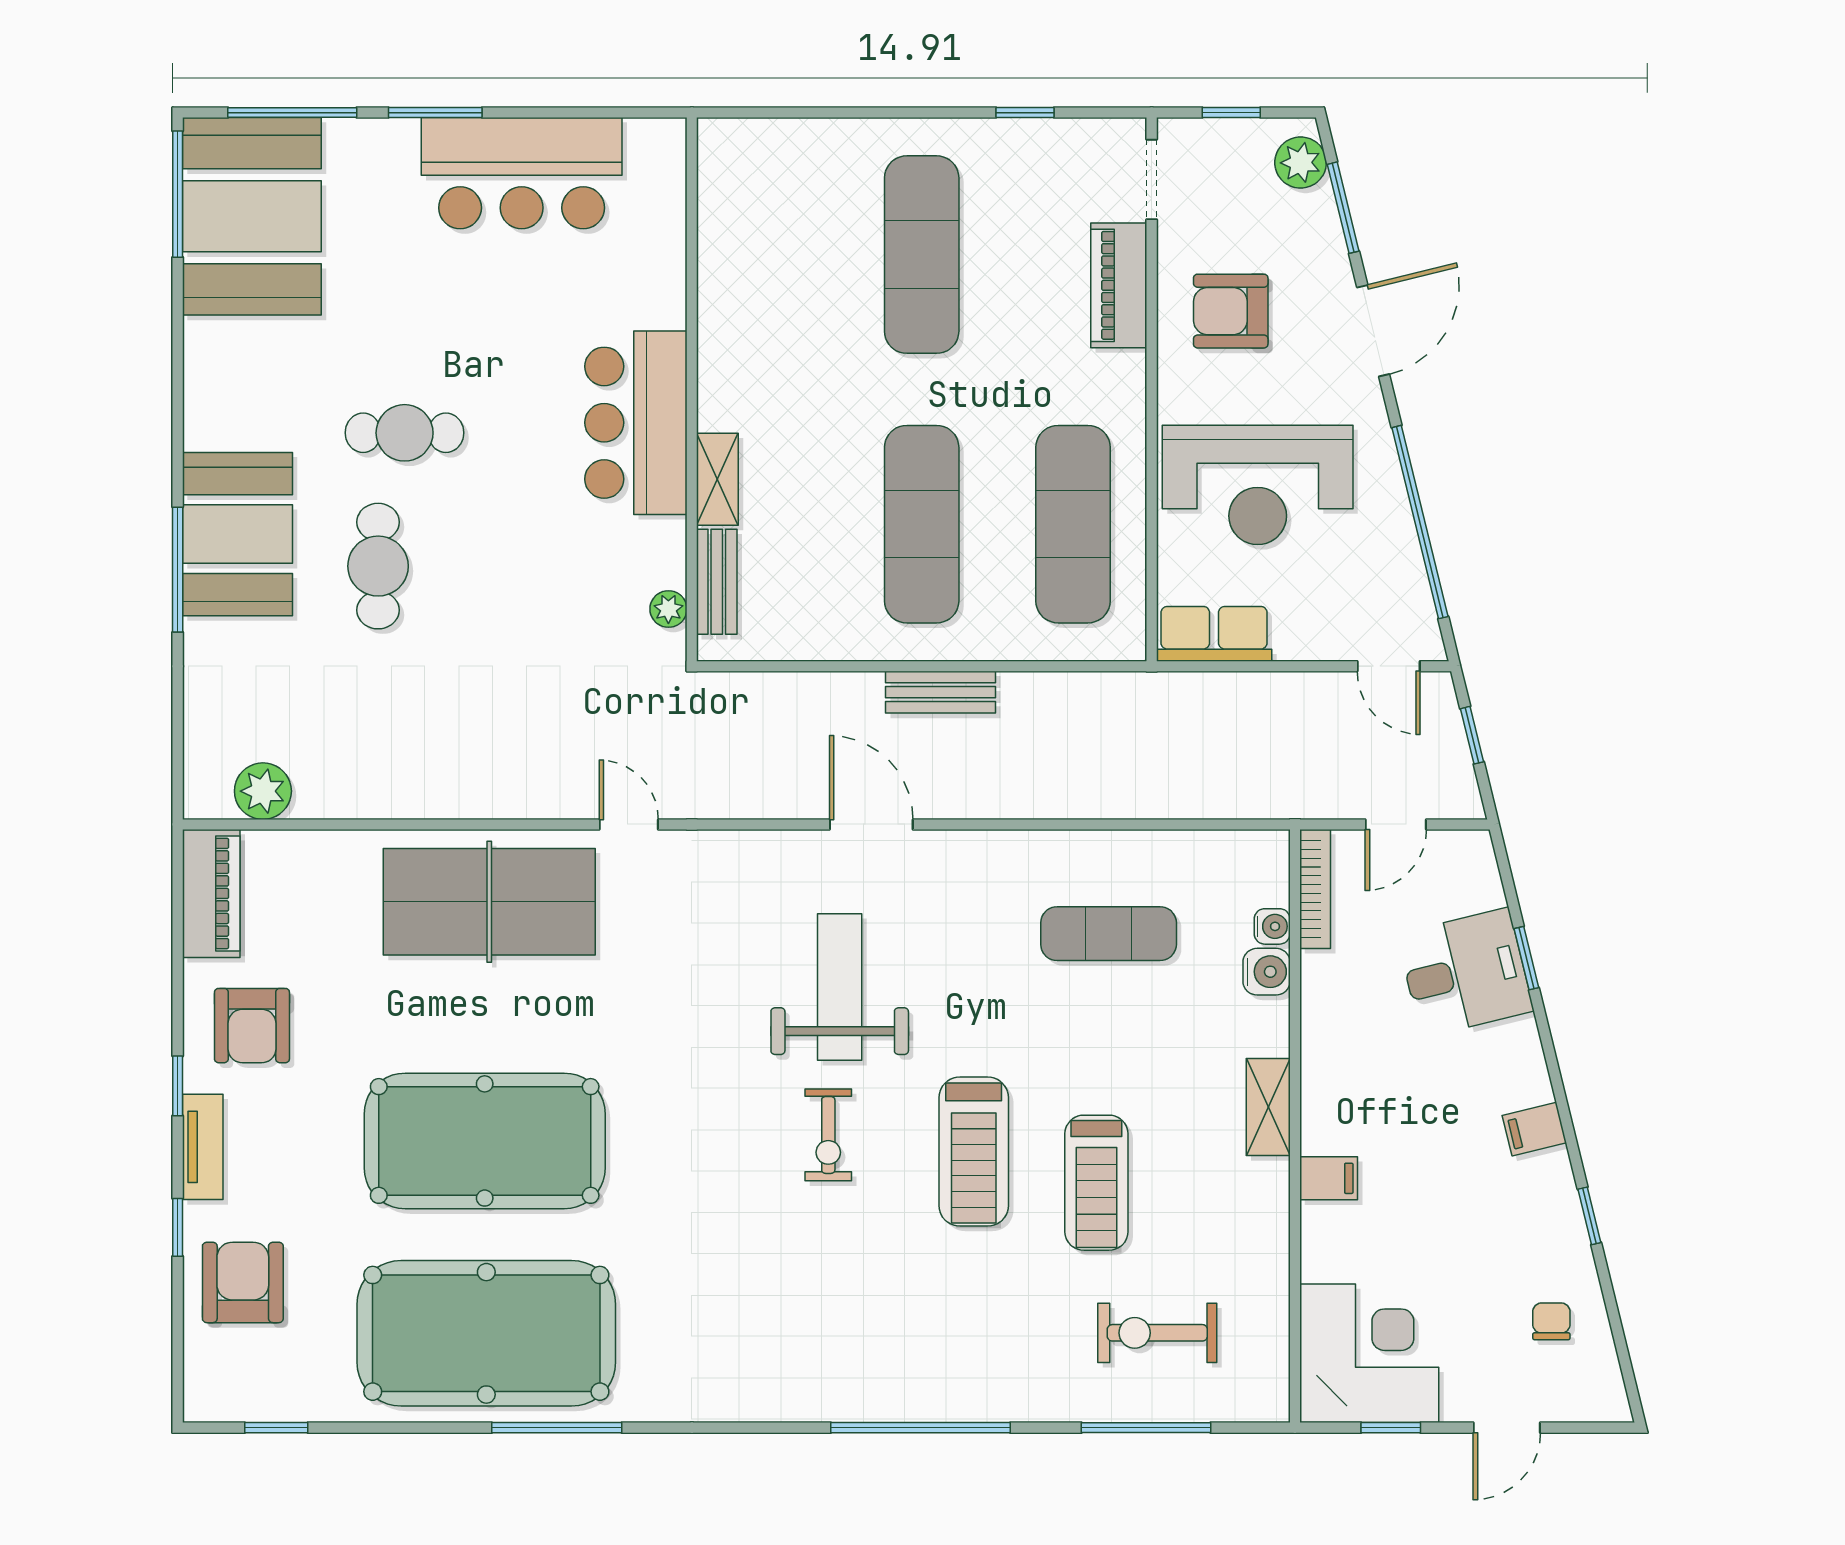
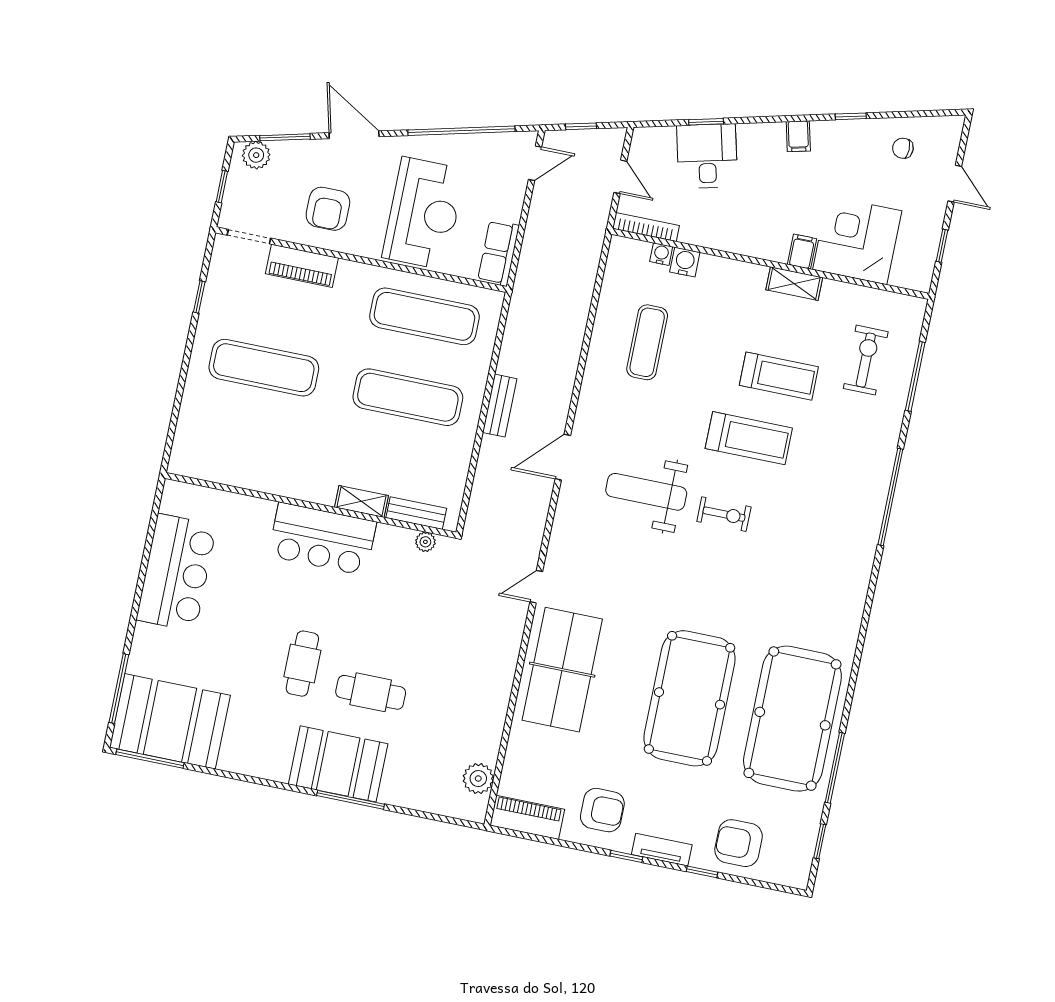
window: (435, 113) -> (135, 612), removed
shelving: (1268, 1107) -> (794, 284), moved
exercise bike: (1157, 1333) -> (866, 360), turned 180
corner desk: (1369, 1353) -> (857, 240), moved
window: (557, 1428) -> (835, 768), moved

